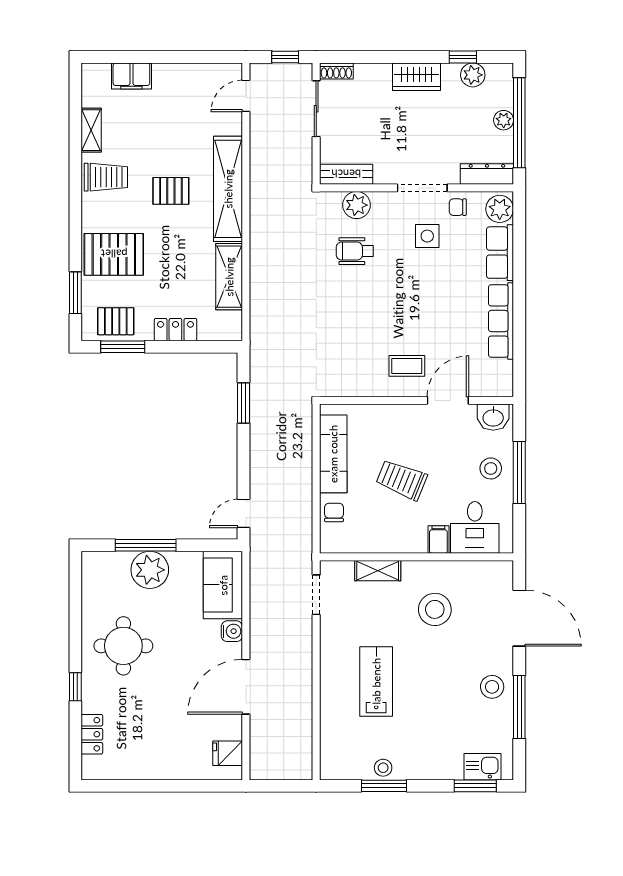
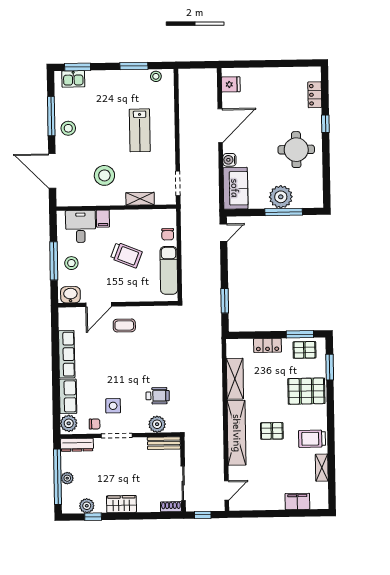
stool: (383, 768) -> (156, 76), moved

